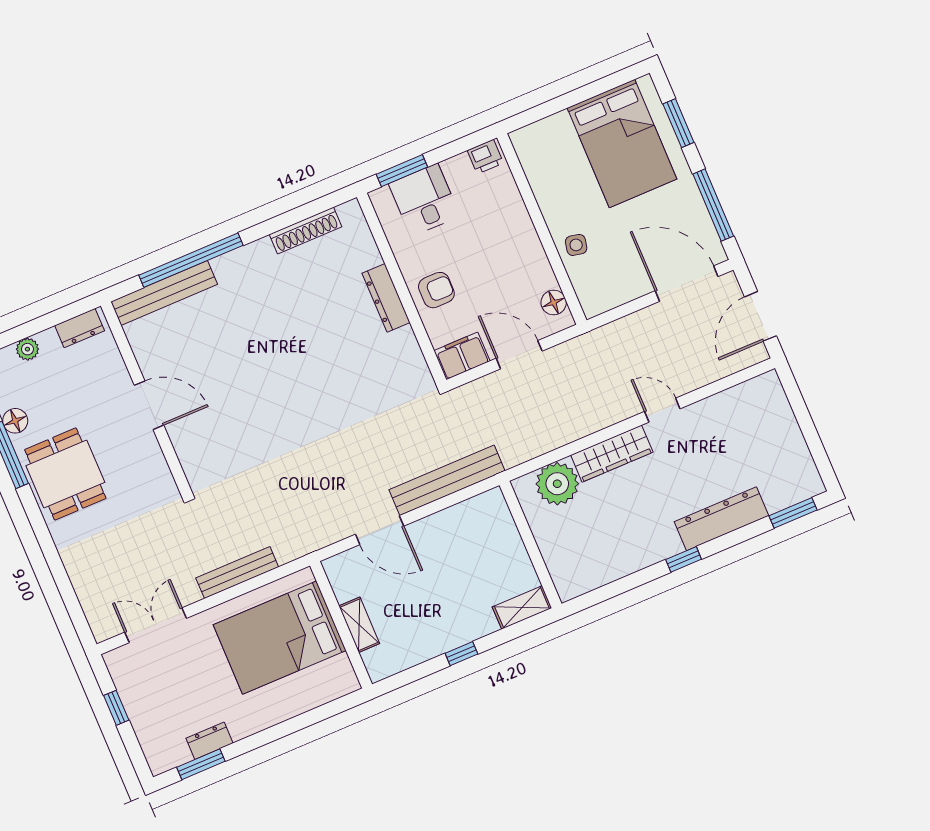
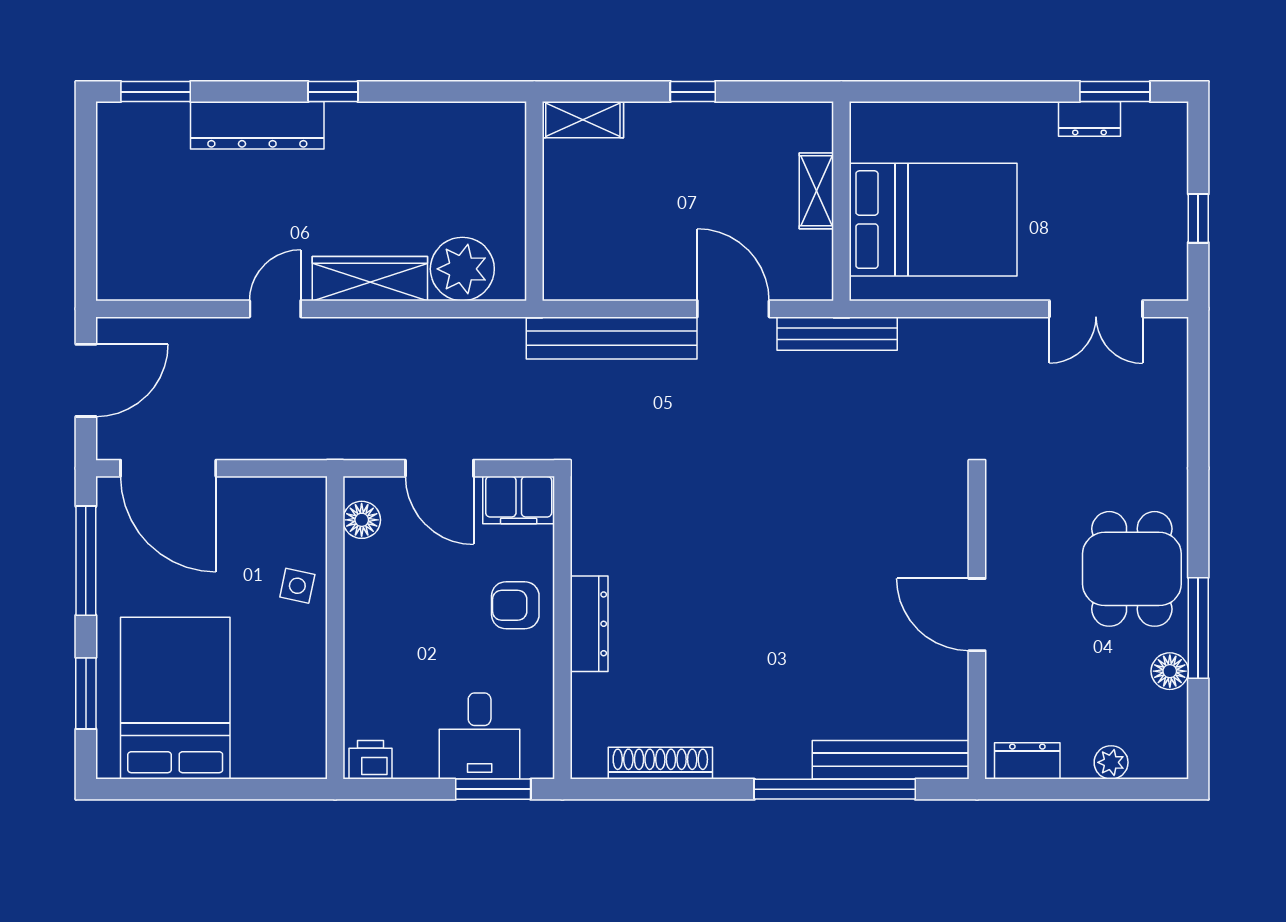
door: (662, 410) -> (275, 309), swing flipped
bench: (237, 572) -> (837, 334), moved

